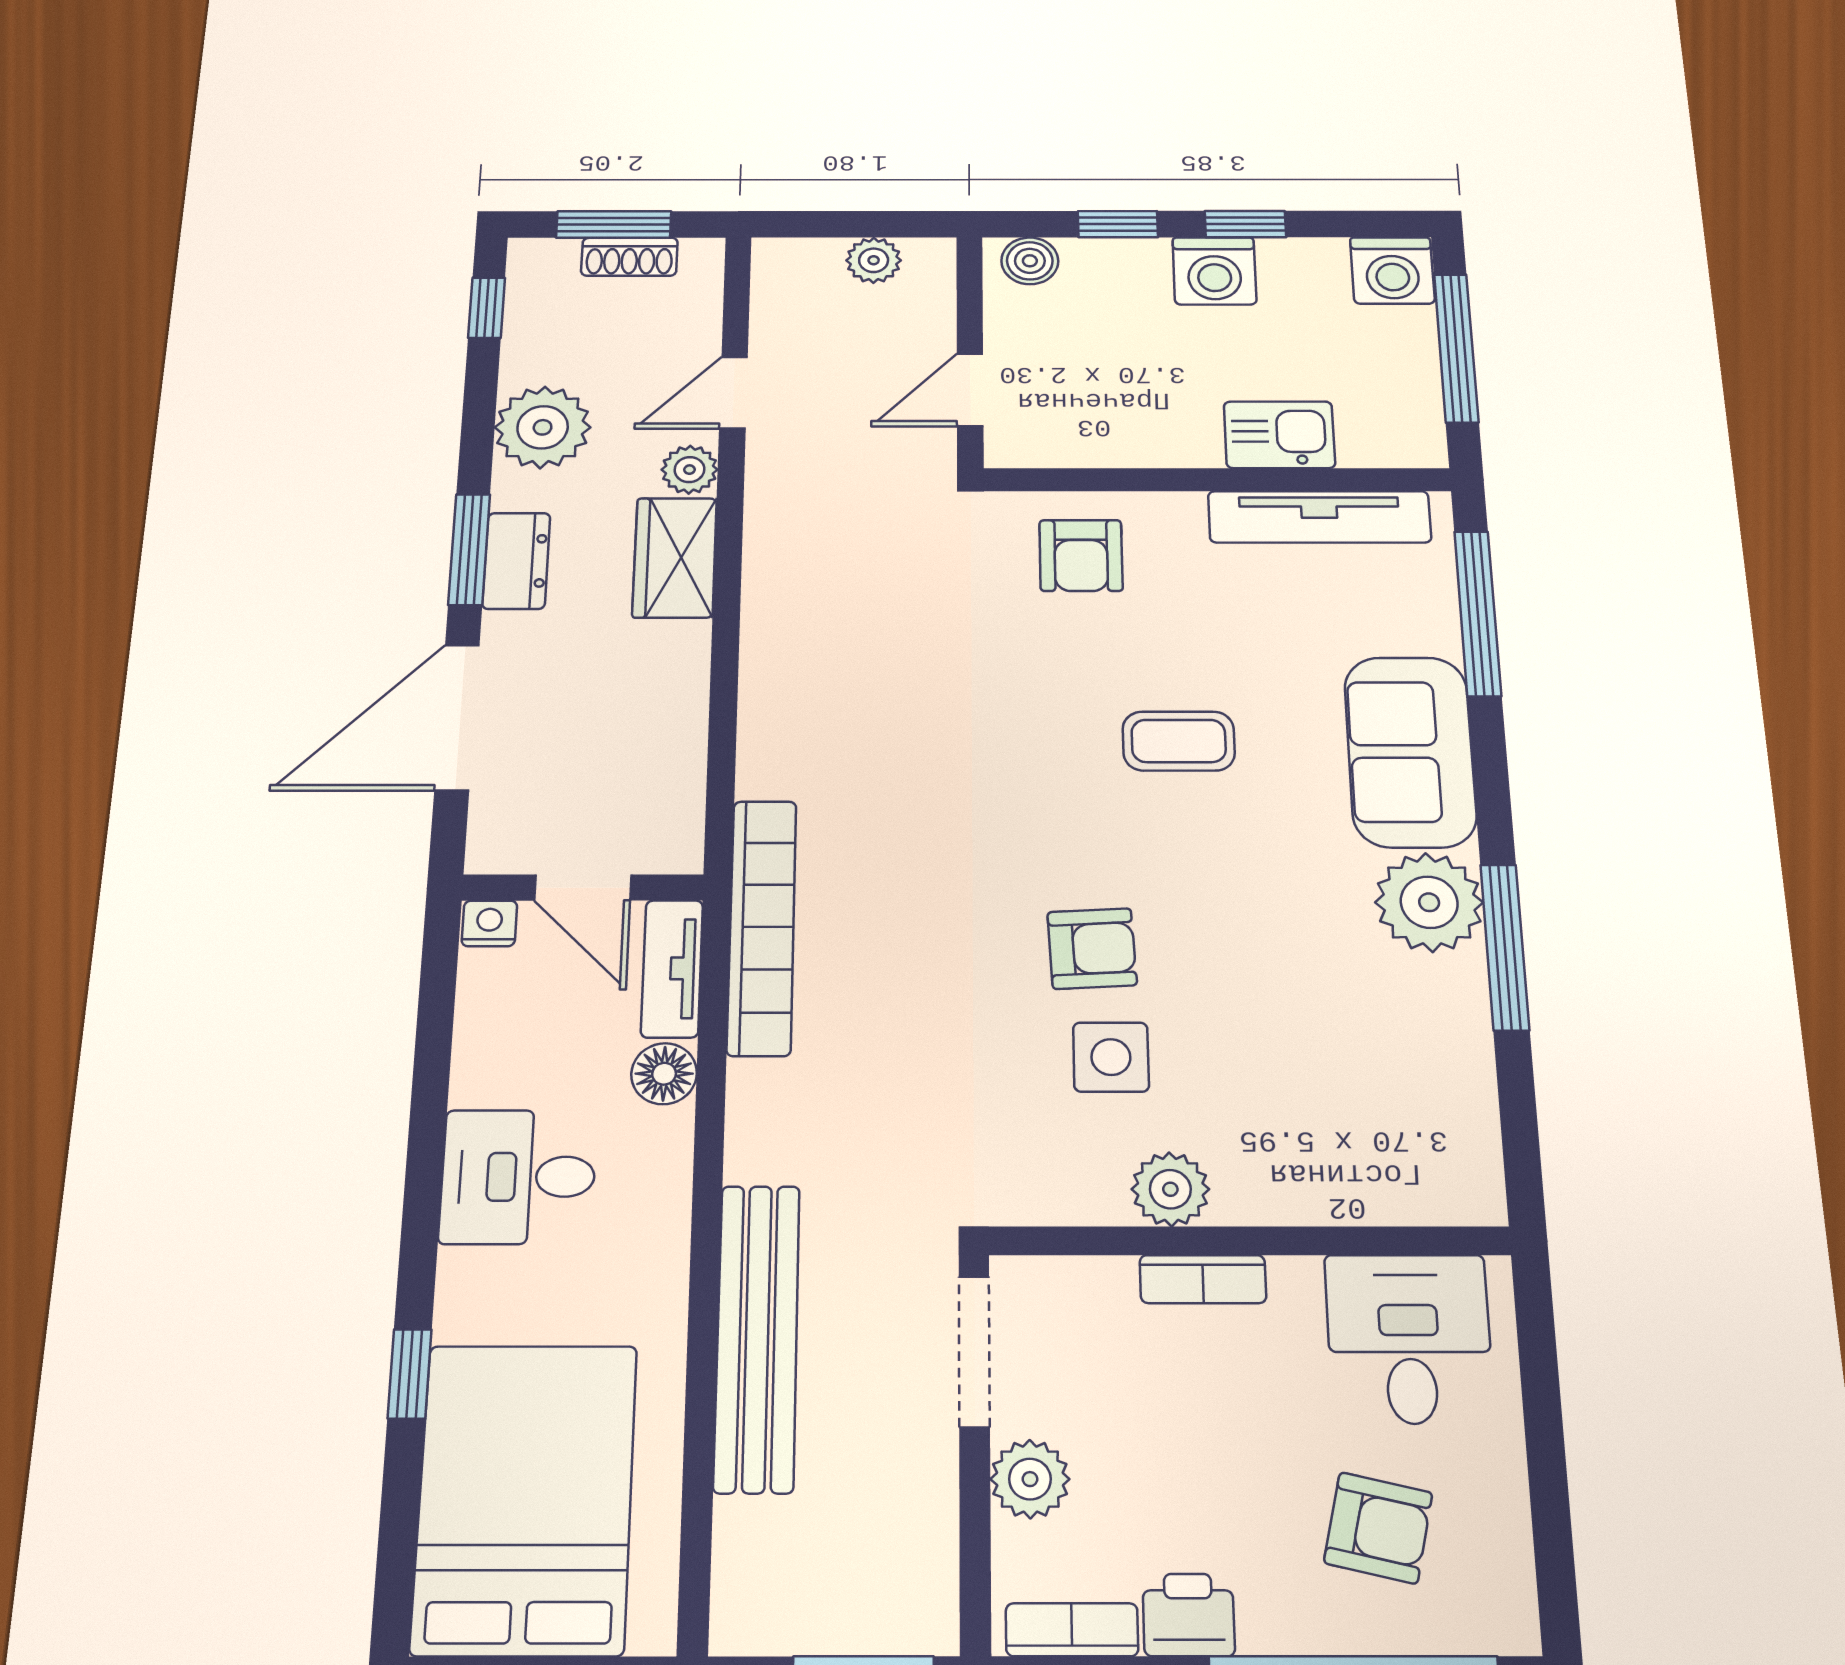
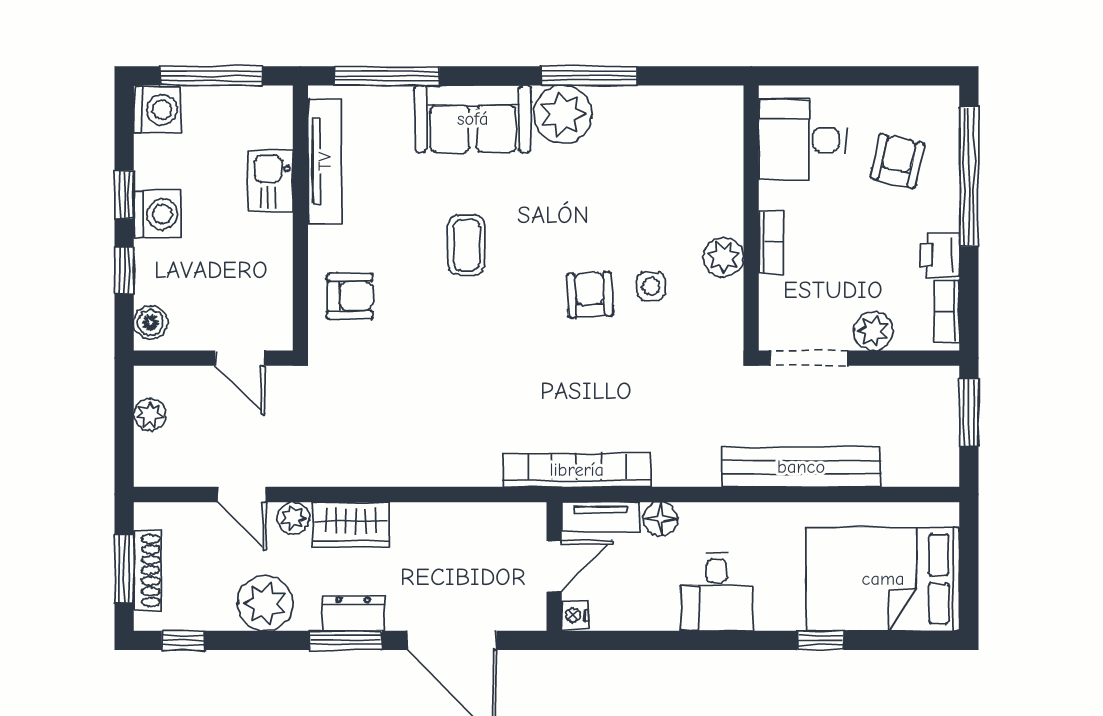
shoe rack: (629, 257) -> (147, 570), width x1.43
side table: (1111, 1057) -> (651, 286), width x0.73, depth x0.73

